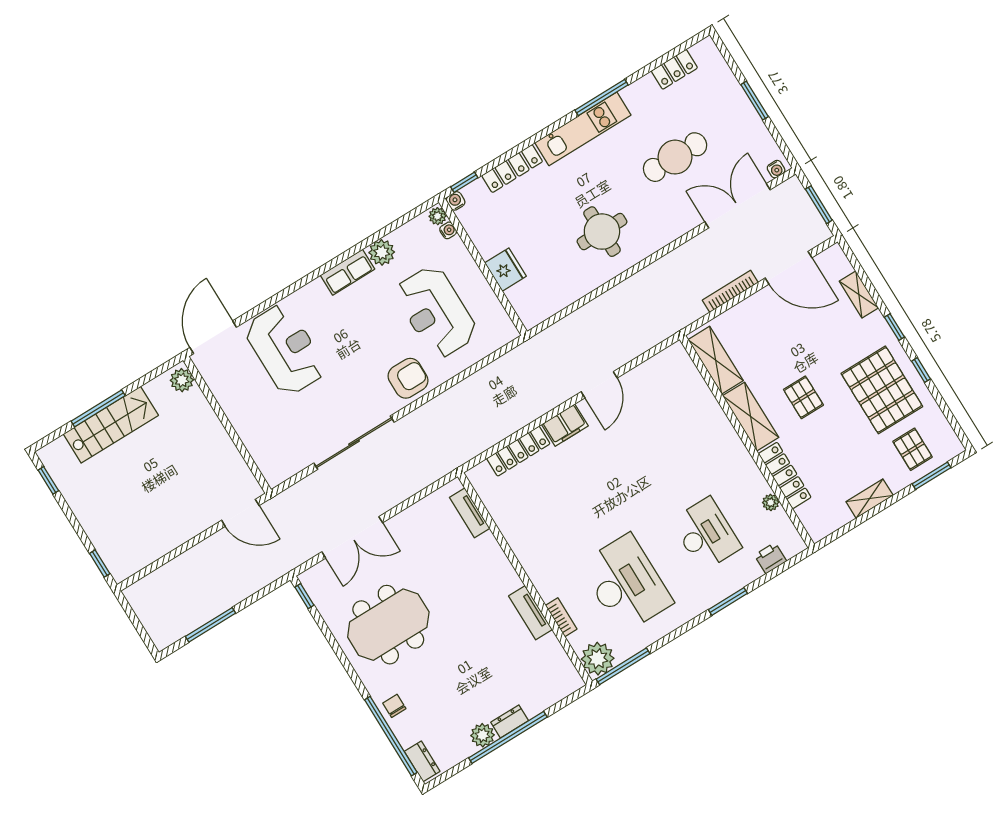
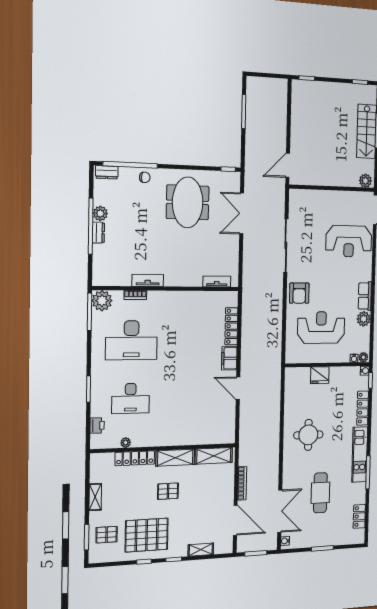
door: (789, 268) -> (235, 520), swing flipped

